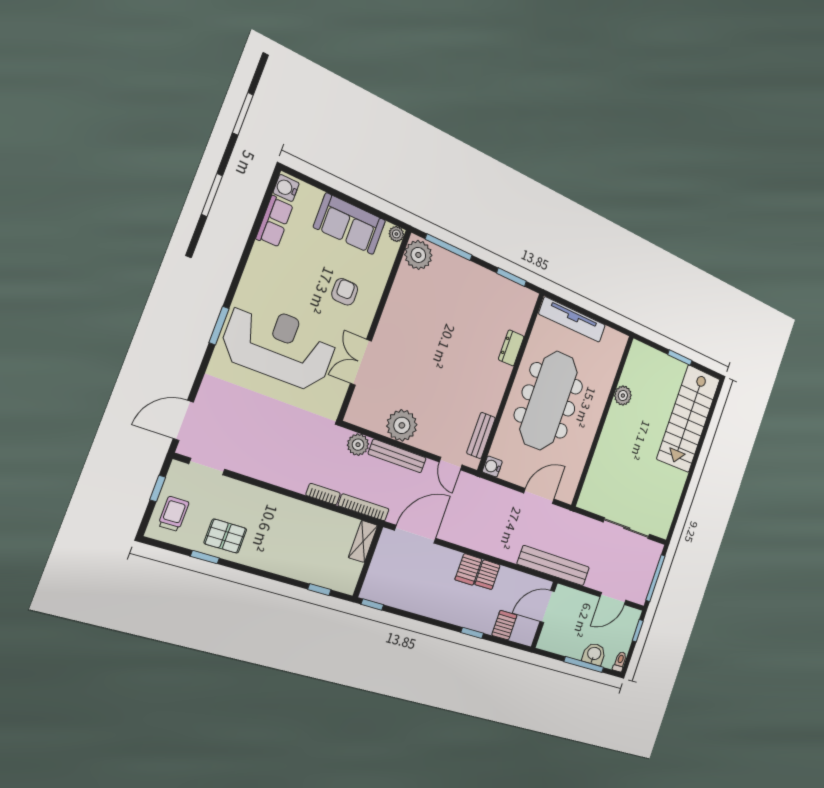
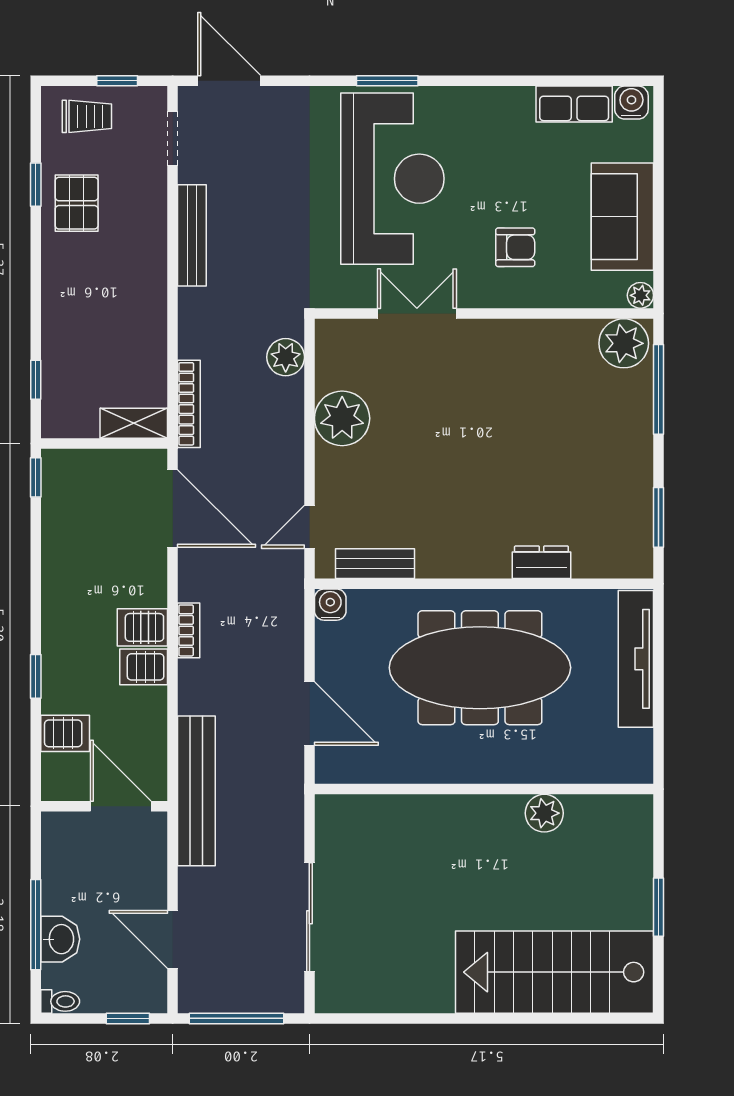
bench: (397, 456) -> (192, 235), moved
bookcase: (323, 494) -> (189, 630), moved

